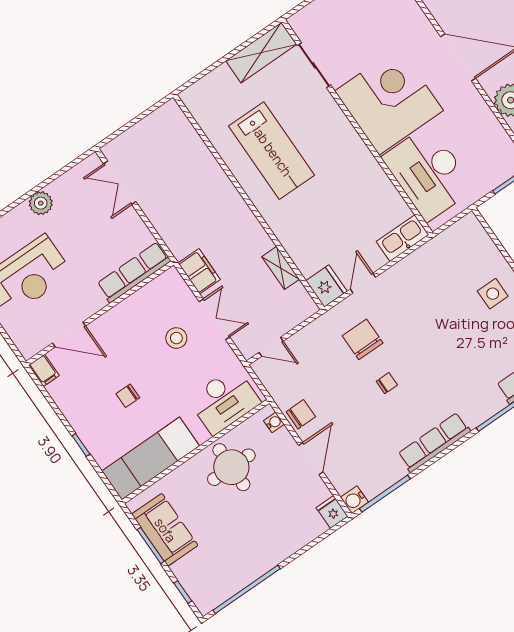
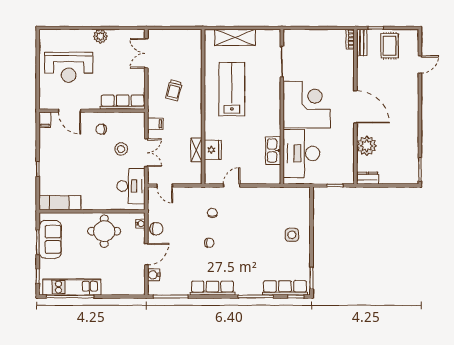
shelving: (261, 53) -> (235, 37), moved
lab bench: (272, 151) -> (232, 89), turned 180
trolley: (193, 208) -> (174, 90), added
kitchen sink: (402, 238) -> (273, 151), moved, turned -90
filing cabinet: (199, 271) -> (155, 124), width x0.50
fridge: (326, 286) -> (213, 150), moved
chair: (363, 339) -> (212, 213), width x0.54, depth x0.54
chair: (128, 396) -> (101, 129), moved
desk: (224, 401) -> (131, 186), moved, turned -90
exam couch: (151, 459) -> (60, 203), width x0.73, depth x0.69
water cooler: (354, 500) -> (154, 275), moved
fridge: (332, 512) -> (139, 288), removed
kitchen unit: (240, 575) -> (72, 287), added

